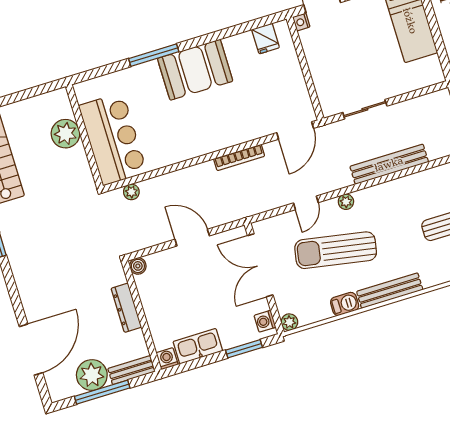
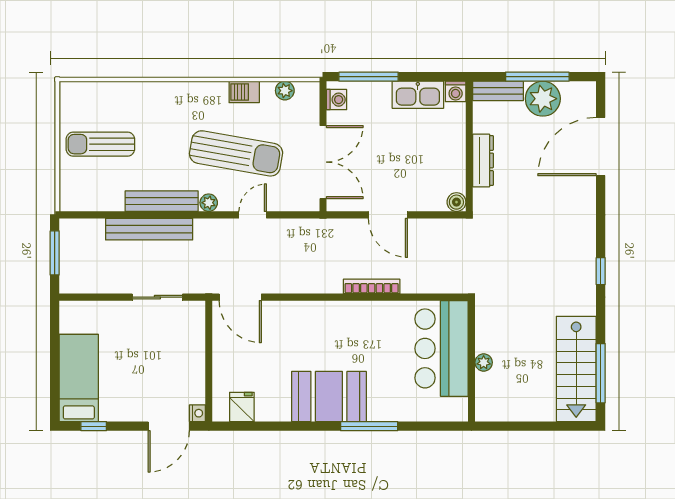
door: (295, 131) -> (240, 297), swing flipped
plant: (65, 134) -> (484, 362), width x0.53, depth x0.53
bookcase: (239, 157) -> (372, 286), moved
plant: (131, 192) -> (439, 285), removed
bench: (390, 291) -> (162, 201), moved
plant: (289, 322) -> (285, 91), moved
window: (244, 349) -> (369, 77), width x1.44

